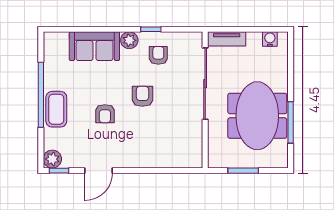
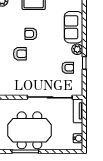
armchair: (142, 96) -> (20, 54), moved

